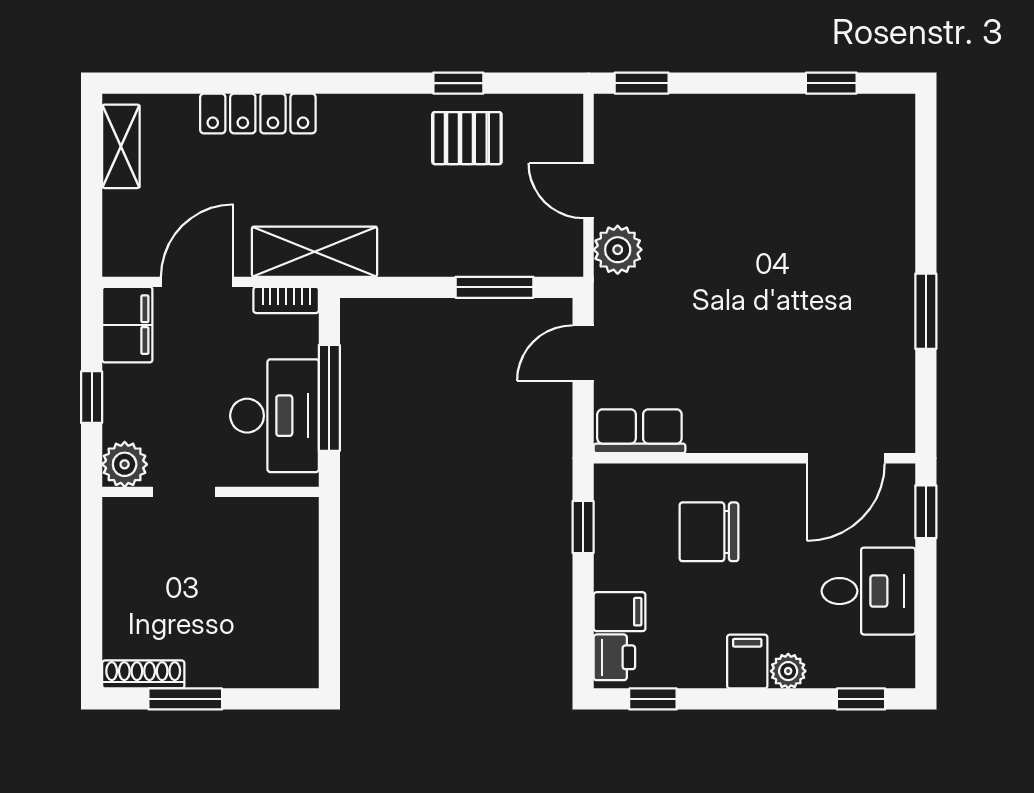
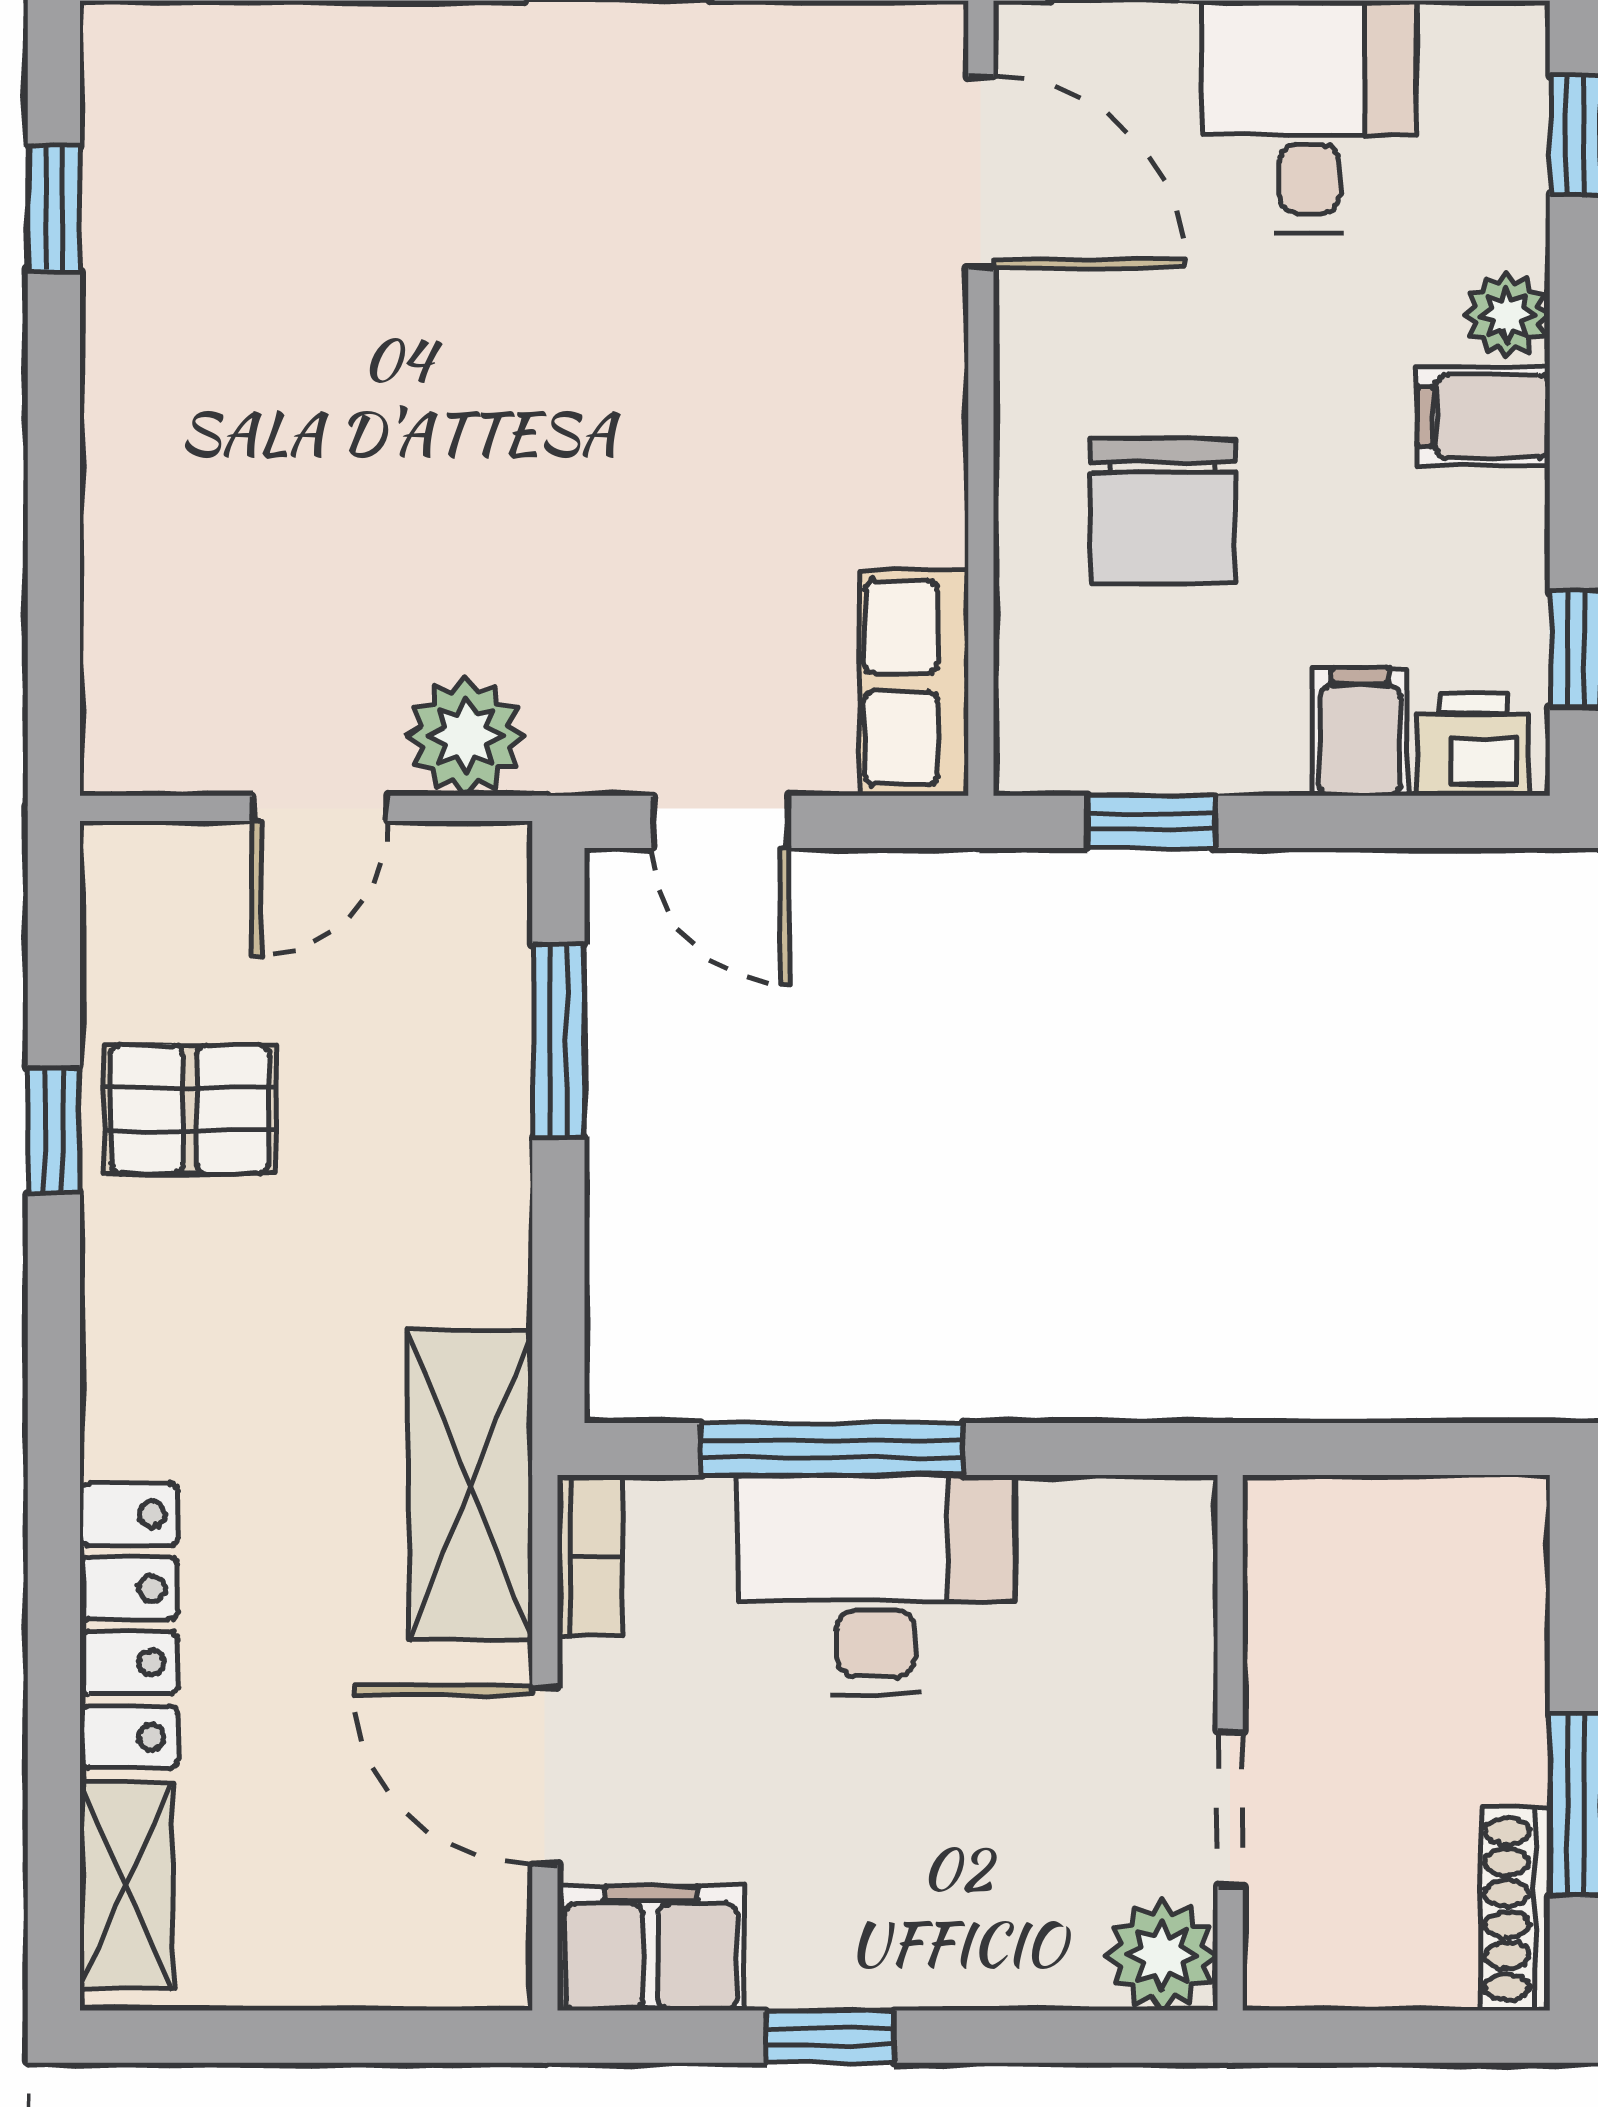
window: (642, 83) -> (54, 677), removed
pallet: (467, 138) -> (190, 1109), turned 90
shelving: (121, 146) -> (126, 1886), moved, turned 90
plant: (125, 464) -> (1162, 1955), moved
doorway: (184, 492) -> (1230, 1808), moved
wall: (210, 492) -> (1230, 1743), moved

